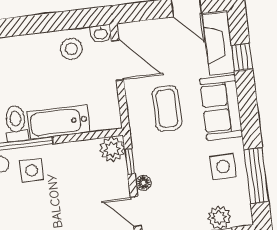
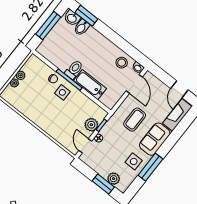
window: (242, 57) -> (181, 128), removed
plant: (112, 149) -> (91, 125), moved
window: (256, 176) -> (150, 167), moved

